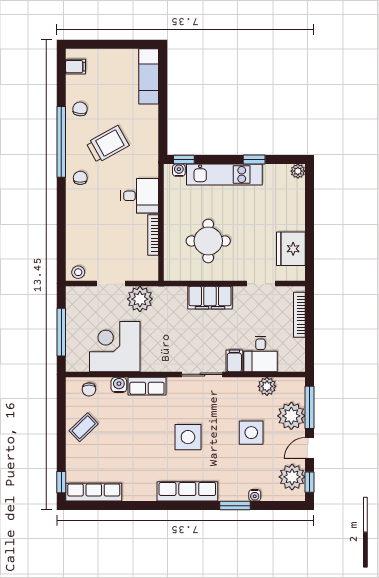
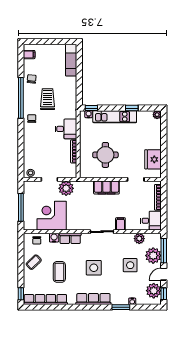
trolley: (108, 144) -> (48, 99), turned -61
desk: (261, 354) -> (151, 221), moved, turned -90
coffee table: (128, 444) -> (59, 272), added
row of seats: (94, 492) -> (45, 299), width x1.36

